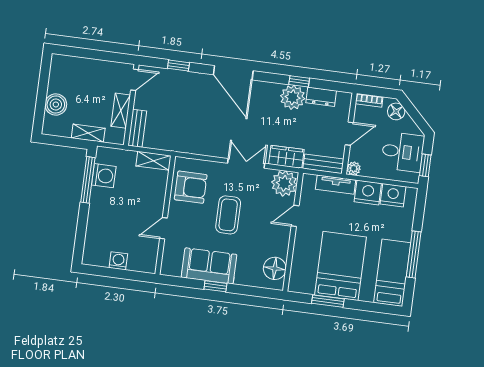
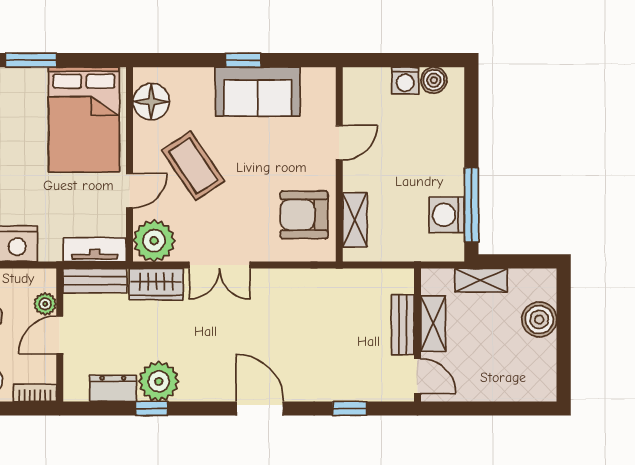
door: (233, 73) -> (260, 408), width x0.73
door: (135, 80) -> (418, 376), swing flipped
bench: (137, 128) -> (403, 325), moved
shelving: (153, 161) -> (355, 220), moved, turned 90
plant: (354, 168) -> (45, 304), moved
tv unit: (336, 185) -> (95, 250), moved
coffee table: (228, 215) -> (193, 166), moved, turned -34
boiler: (101, 259) -> (434, 80), added
bed: (341, 266) -> (84, 120), moved
window: (328, 301) -> (31, 60), moved

